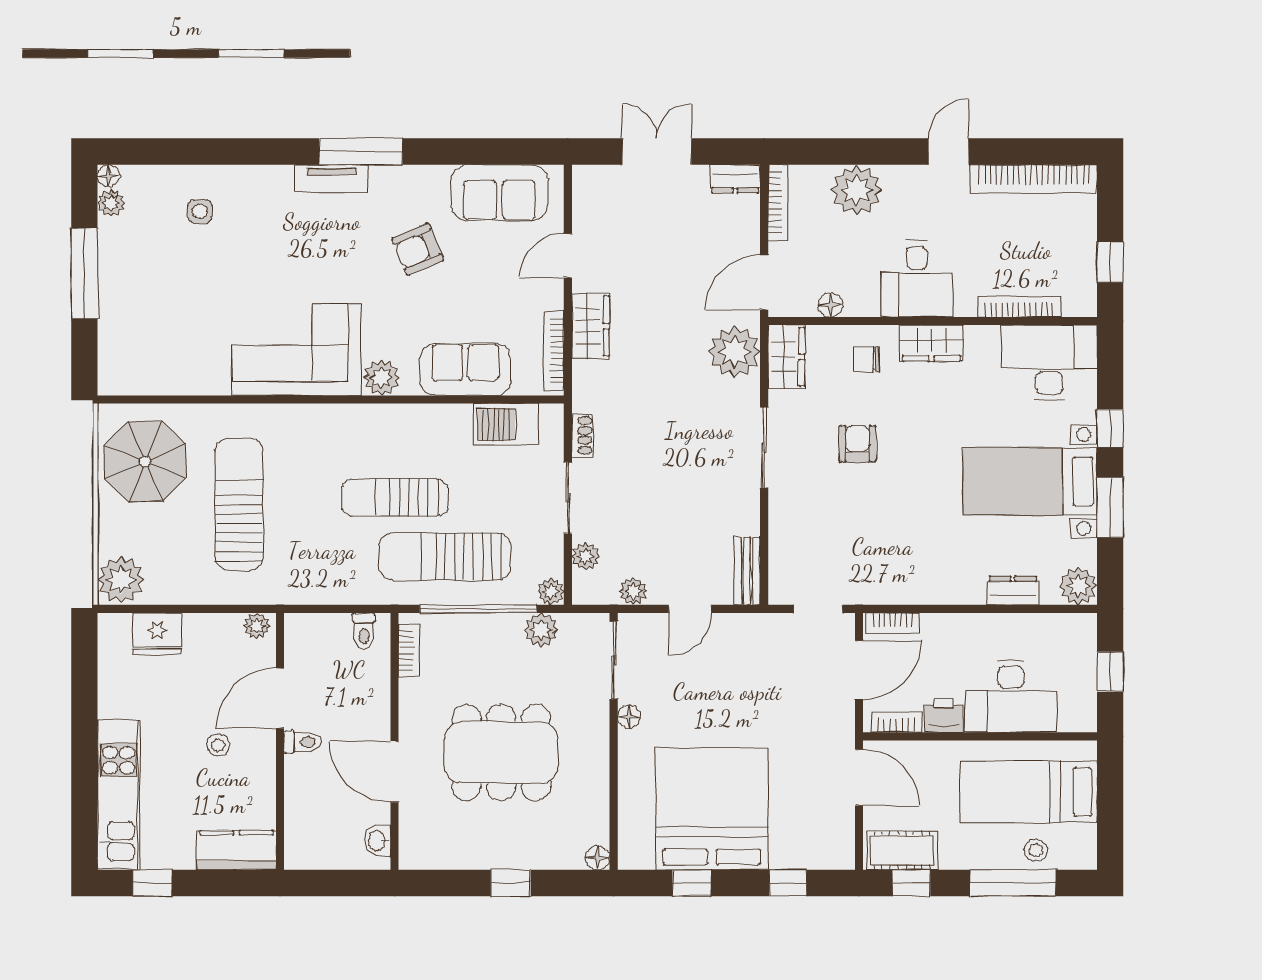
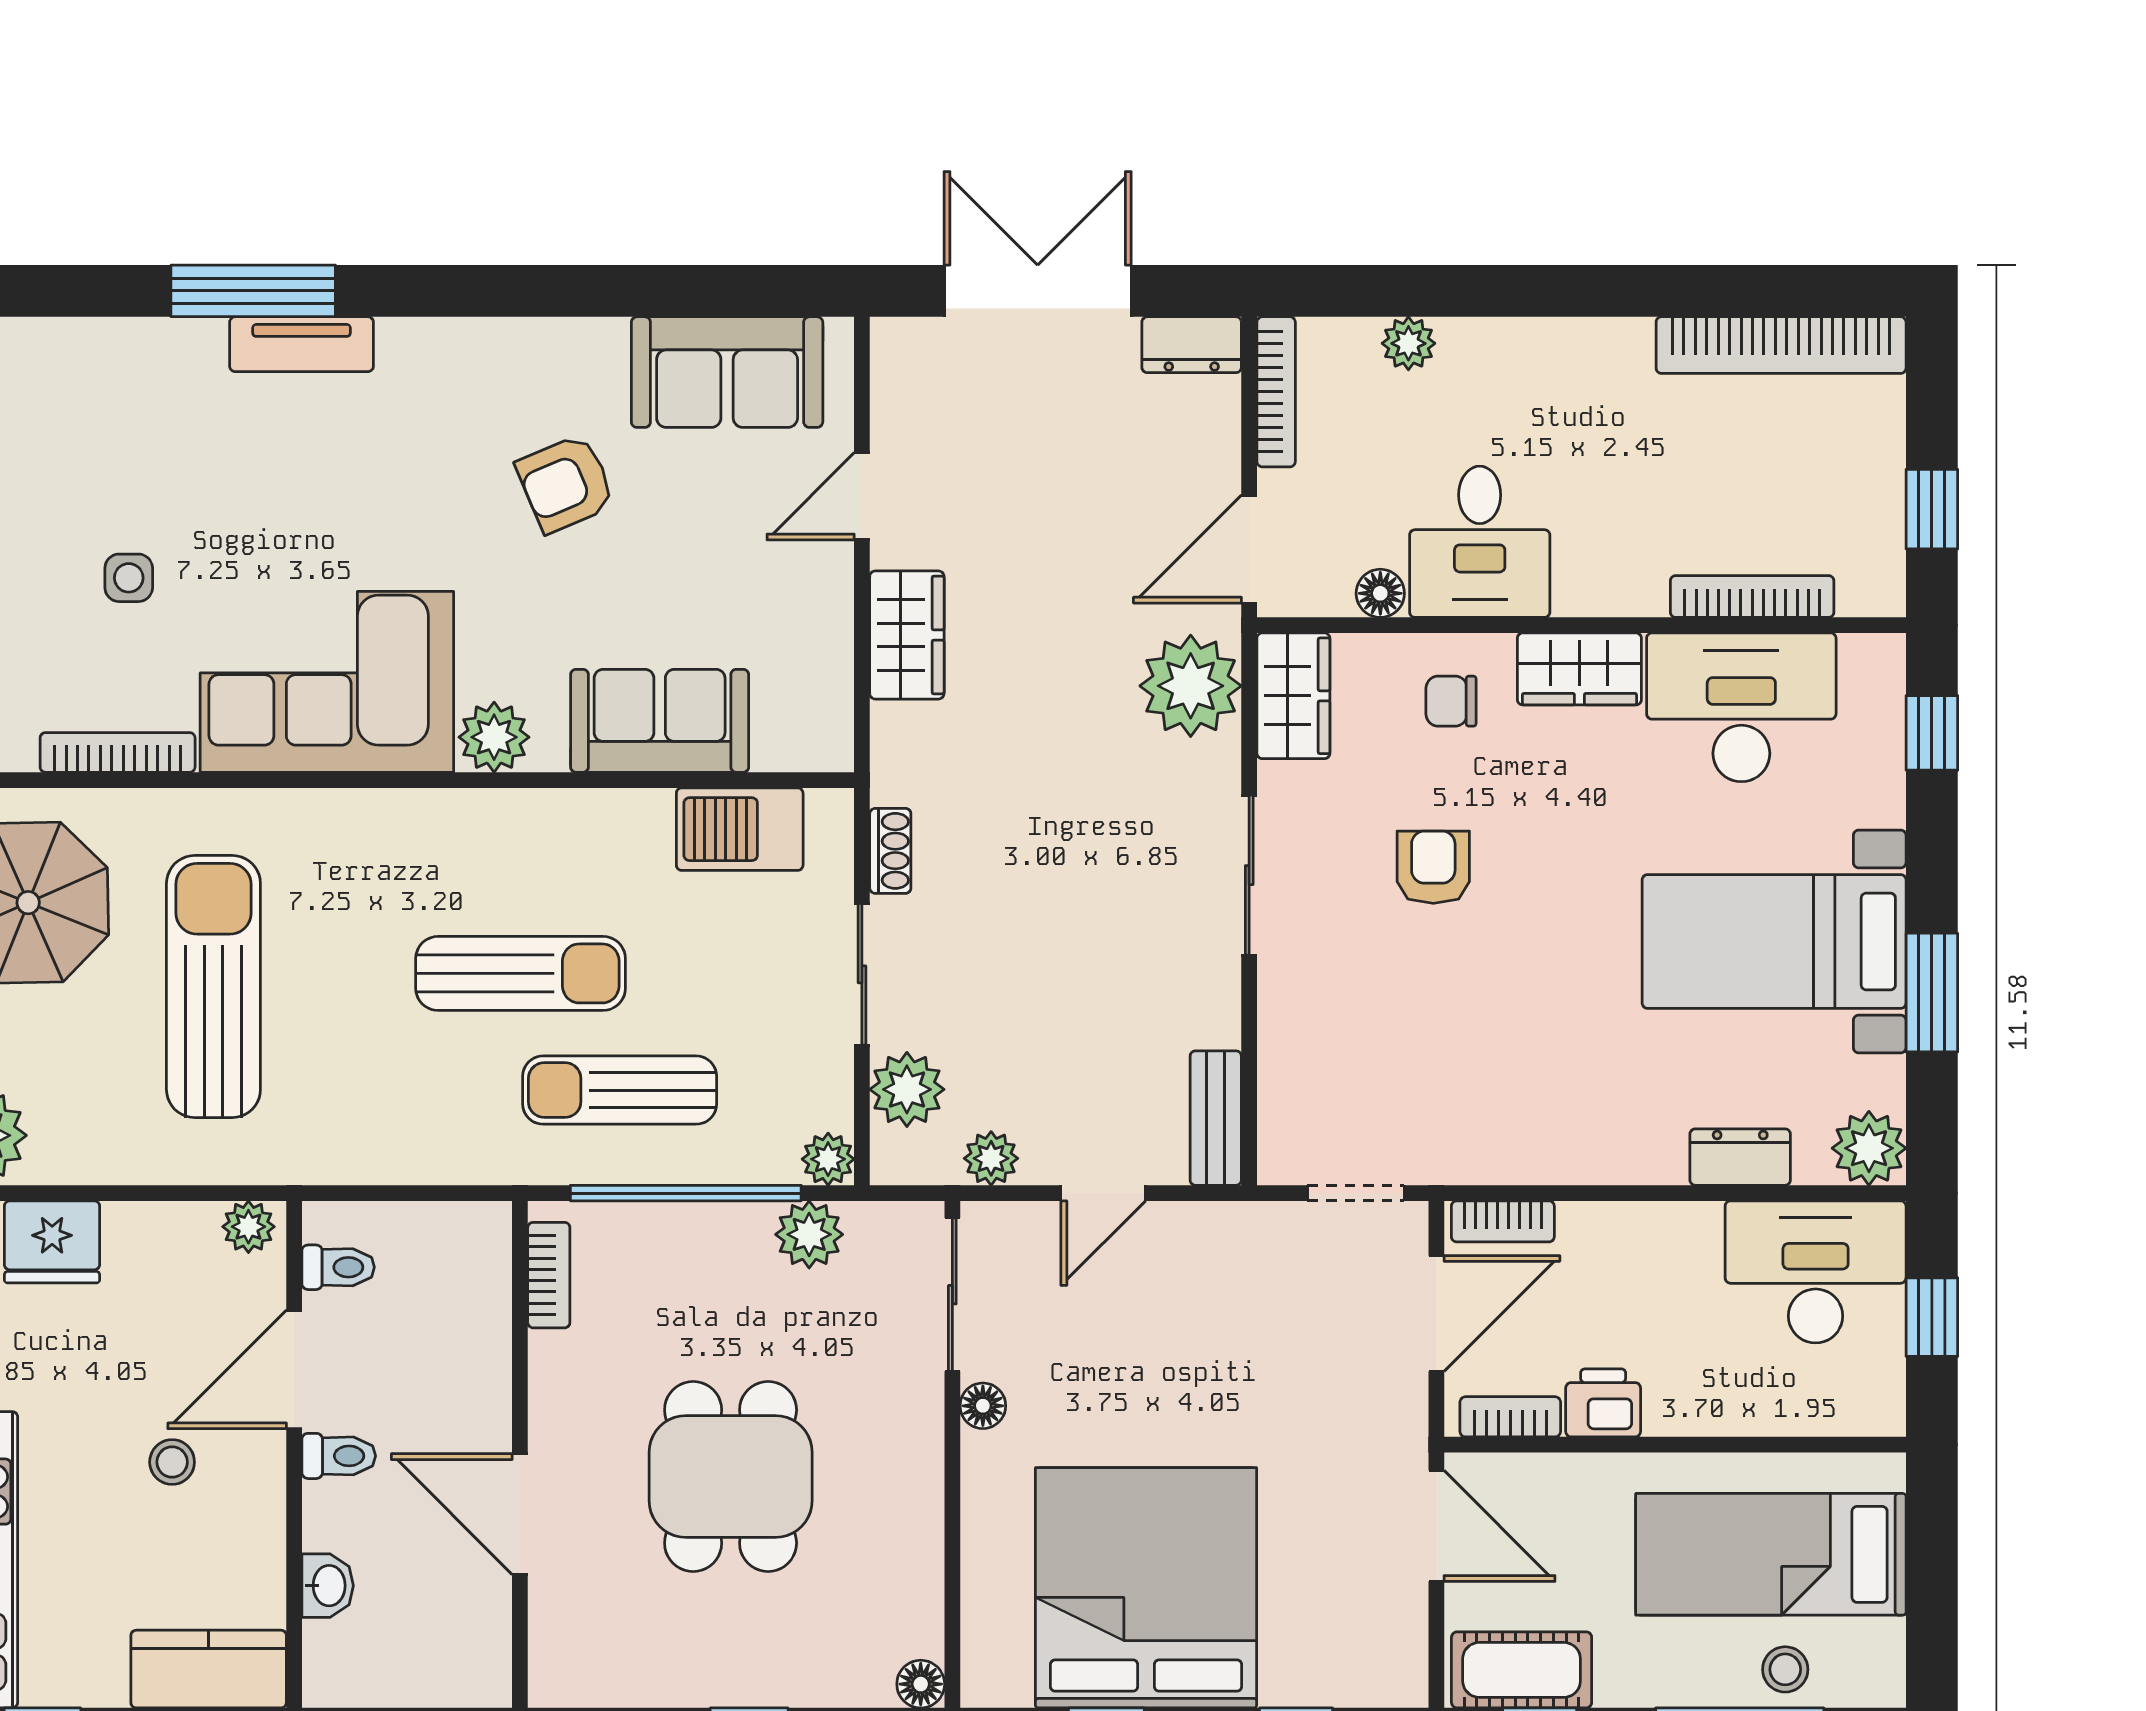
window: (361, 152) -> (253, 291), moved
double door: (657, 152) -> (1038, 291), width x1.37
door: (949, 152) -> (1613, 291), removed
tv unit: (332, 179) -> (302, 344), moved
plant: (857, 190) -> (1408, 343), width x0.53, depth x0.53
side table: (200, 211) -> (129, 578), moved
desk: (917, 279) -> (1480, 542), moved
bookcase: (554, 351) -> (118, 752), moved, turned 90
desk: (1049, 363) -> (1741, 707), moved
window: (1110, 428) -> (1932, 733), moved
sun lounger: (395, 498) -> (521, 973), turned 180
plant: (585, 556) -> (907, 1089), width x1.38, depth x1.38
sun lounger: (445, 557) -> (620, 1090), width x0.73, depth x0.75
toilet: (364, 631) -> (338, 1267), moved, turned -90
desk: (1011, 696) -> (1816, 1272), moved, turned 180
dining table: (501, 753) -> (731, 1476), width x0.73
washbasin: (378, 841) -> (328, 1586), moved, turned 180

